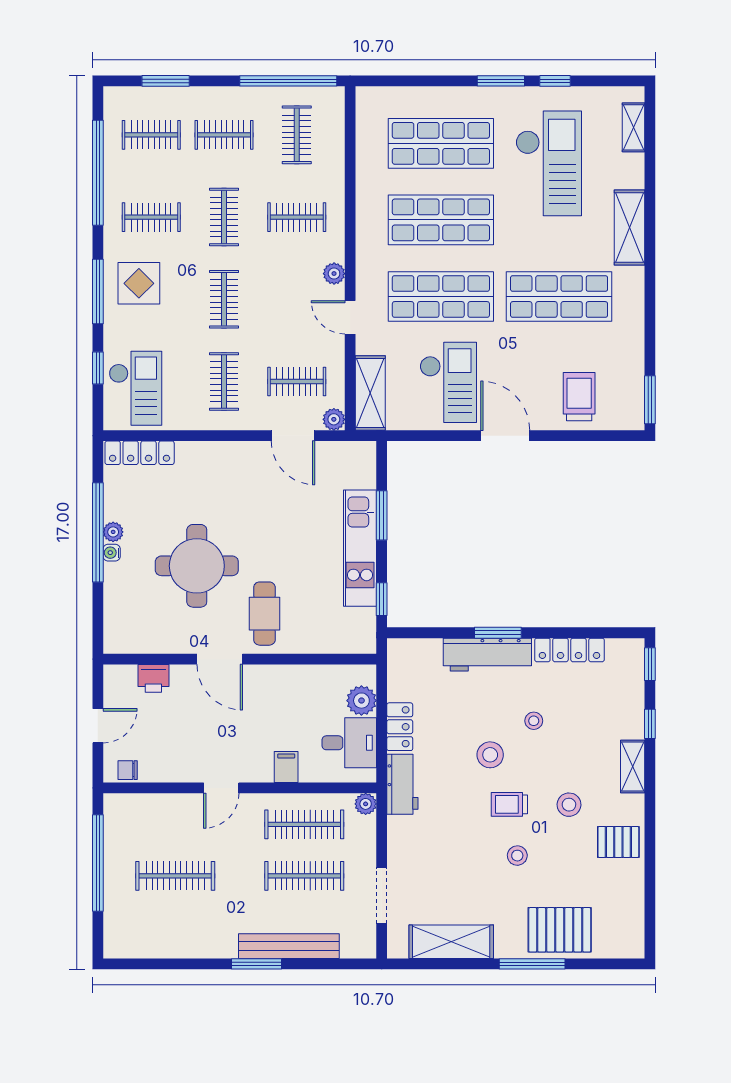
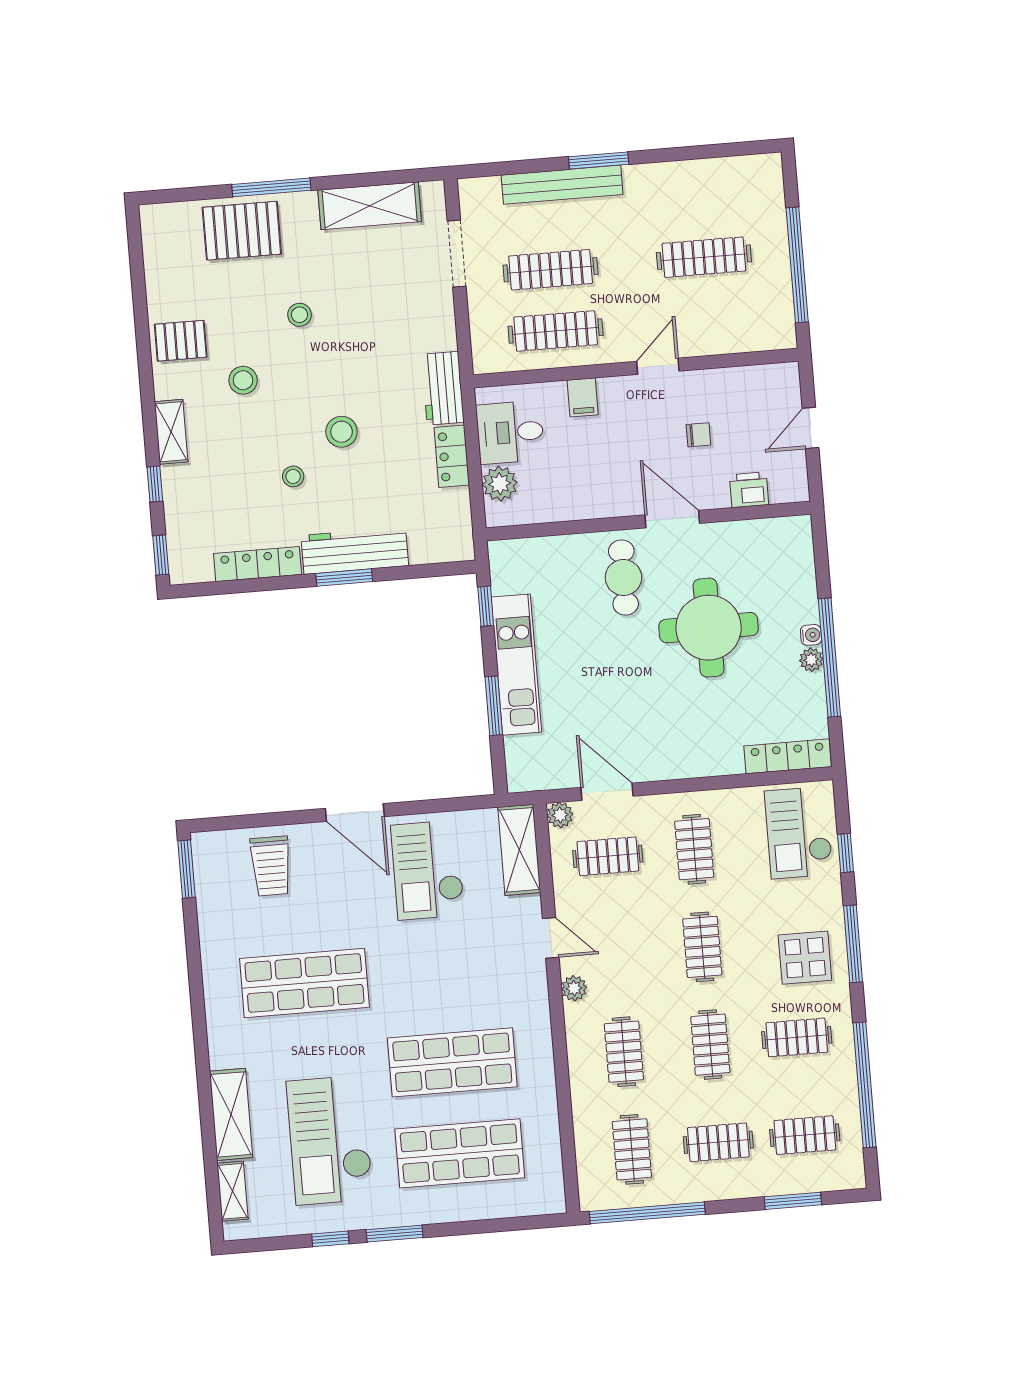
clothes rail: (297, 217) -> (624, 1052), turned 90
shelving: (629, 228) -> (231, 1114), moved
shop shelf: (441, 296) -> (445, 971), removed
chair: (128, 770) -> (698, 435), moved
plant: (366, 804) -> (485, 361), removed
trolley: (509, 804) -> (314, 375), removed

